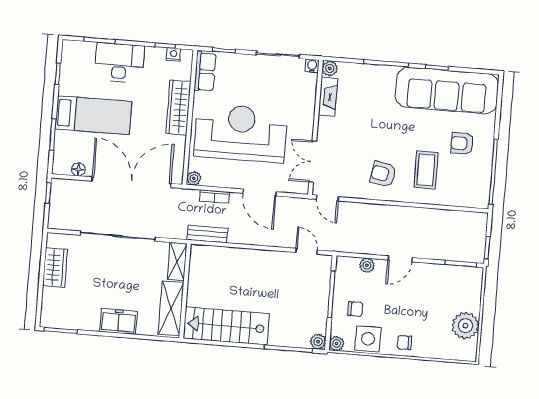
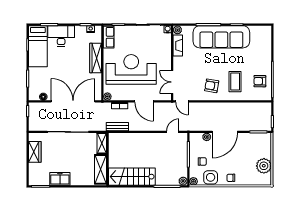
sofa: (447, 90) -> (221, 37), moved
bed: (94, 115) -> (38, 46), moved, turned 90
armchair: (462, 143) -> (260, 81), moved
door: (307, 251) -> (173, 132), hinge flipped
door: (400, 259) -> (225, 132), width x1.87
freezer: (118, 322) -> (60, 179), moved

